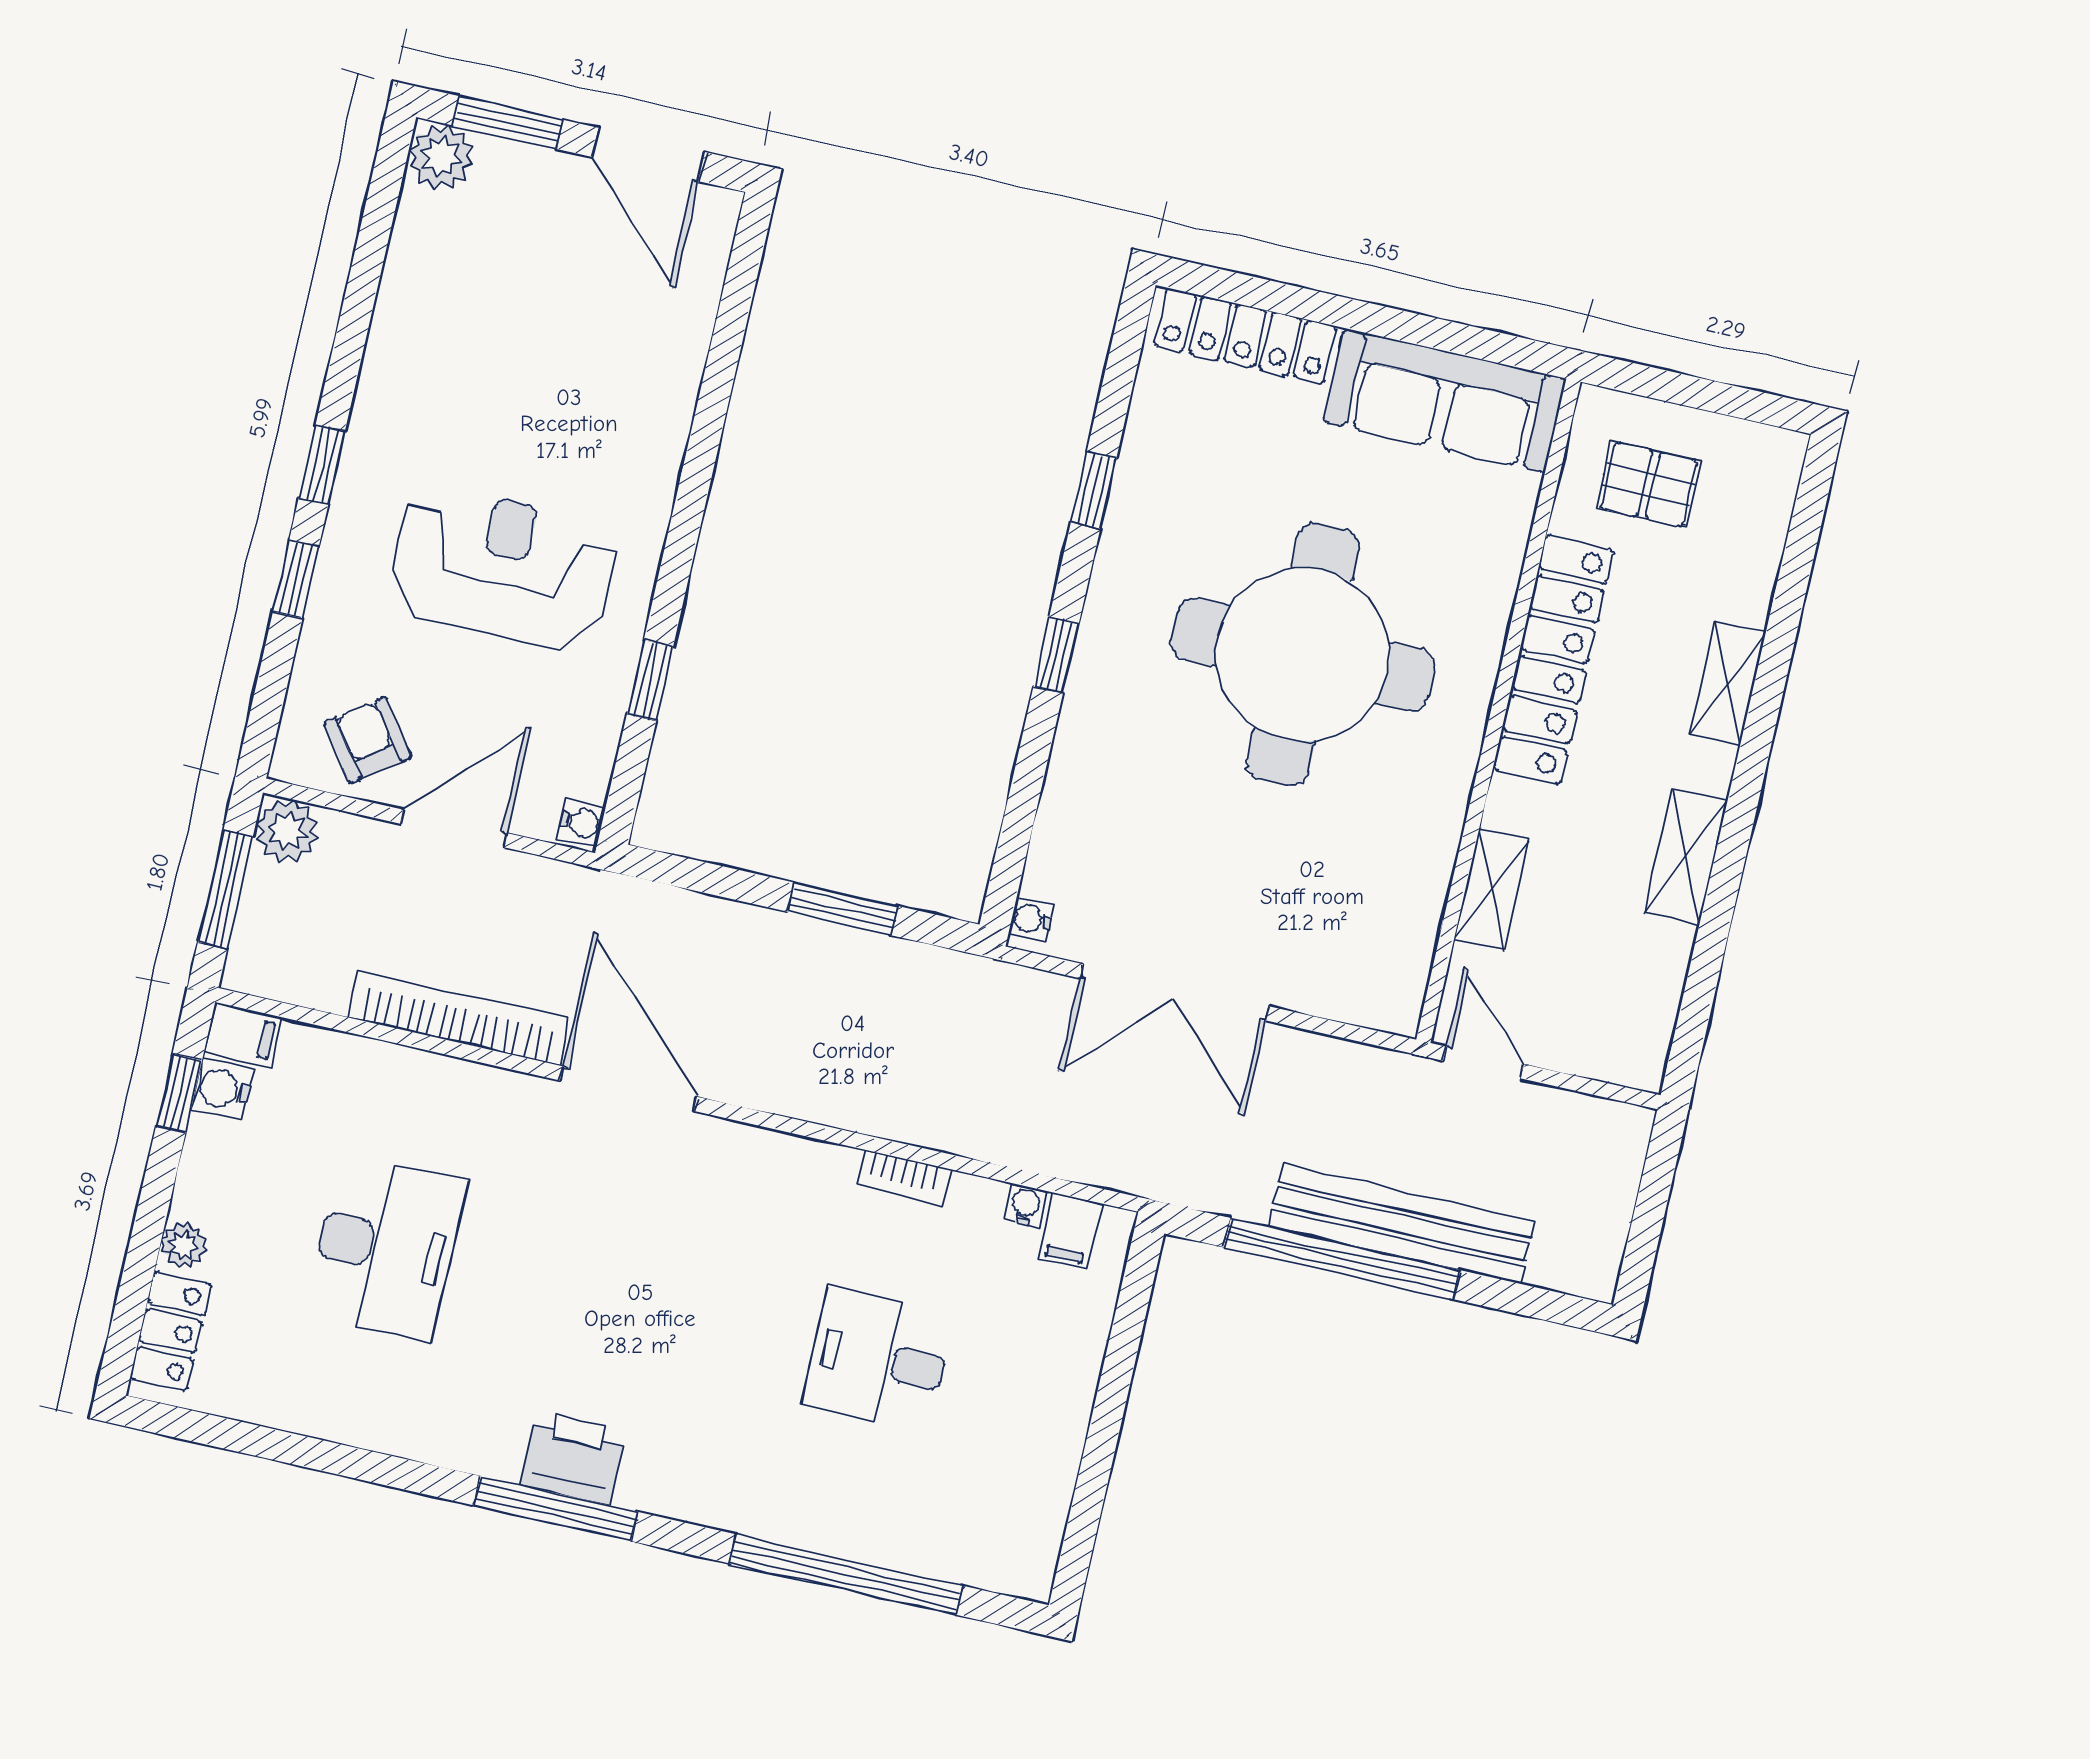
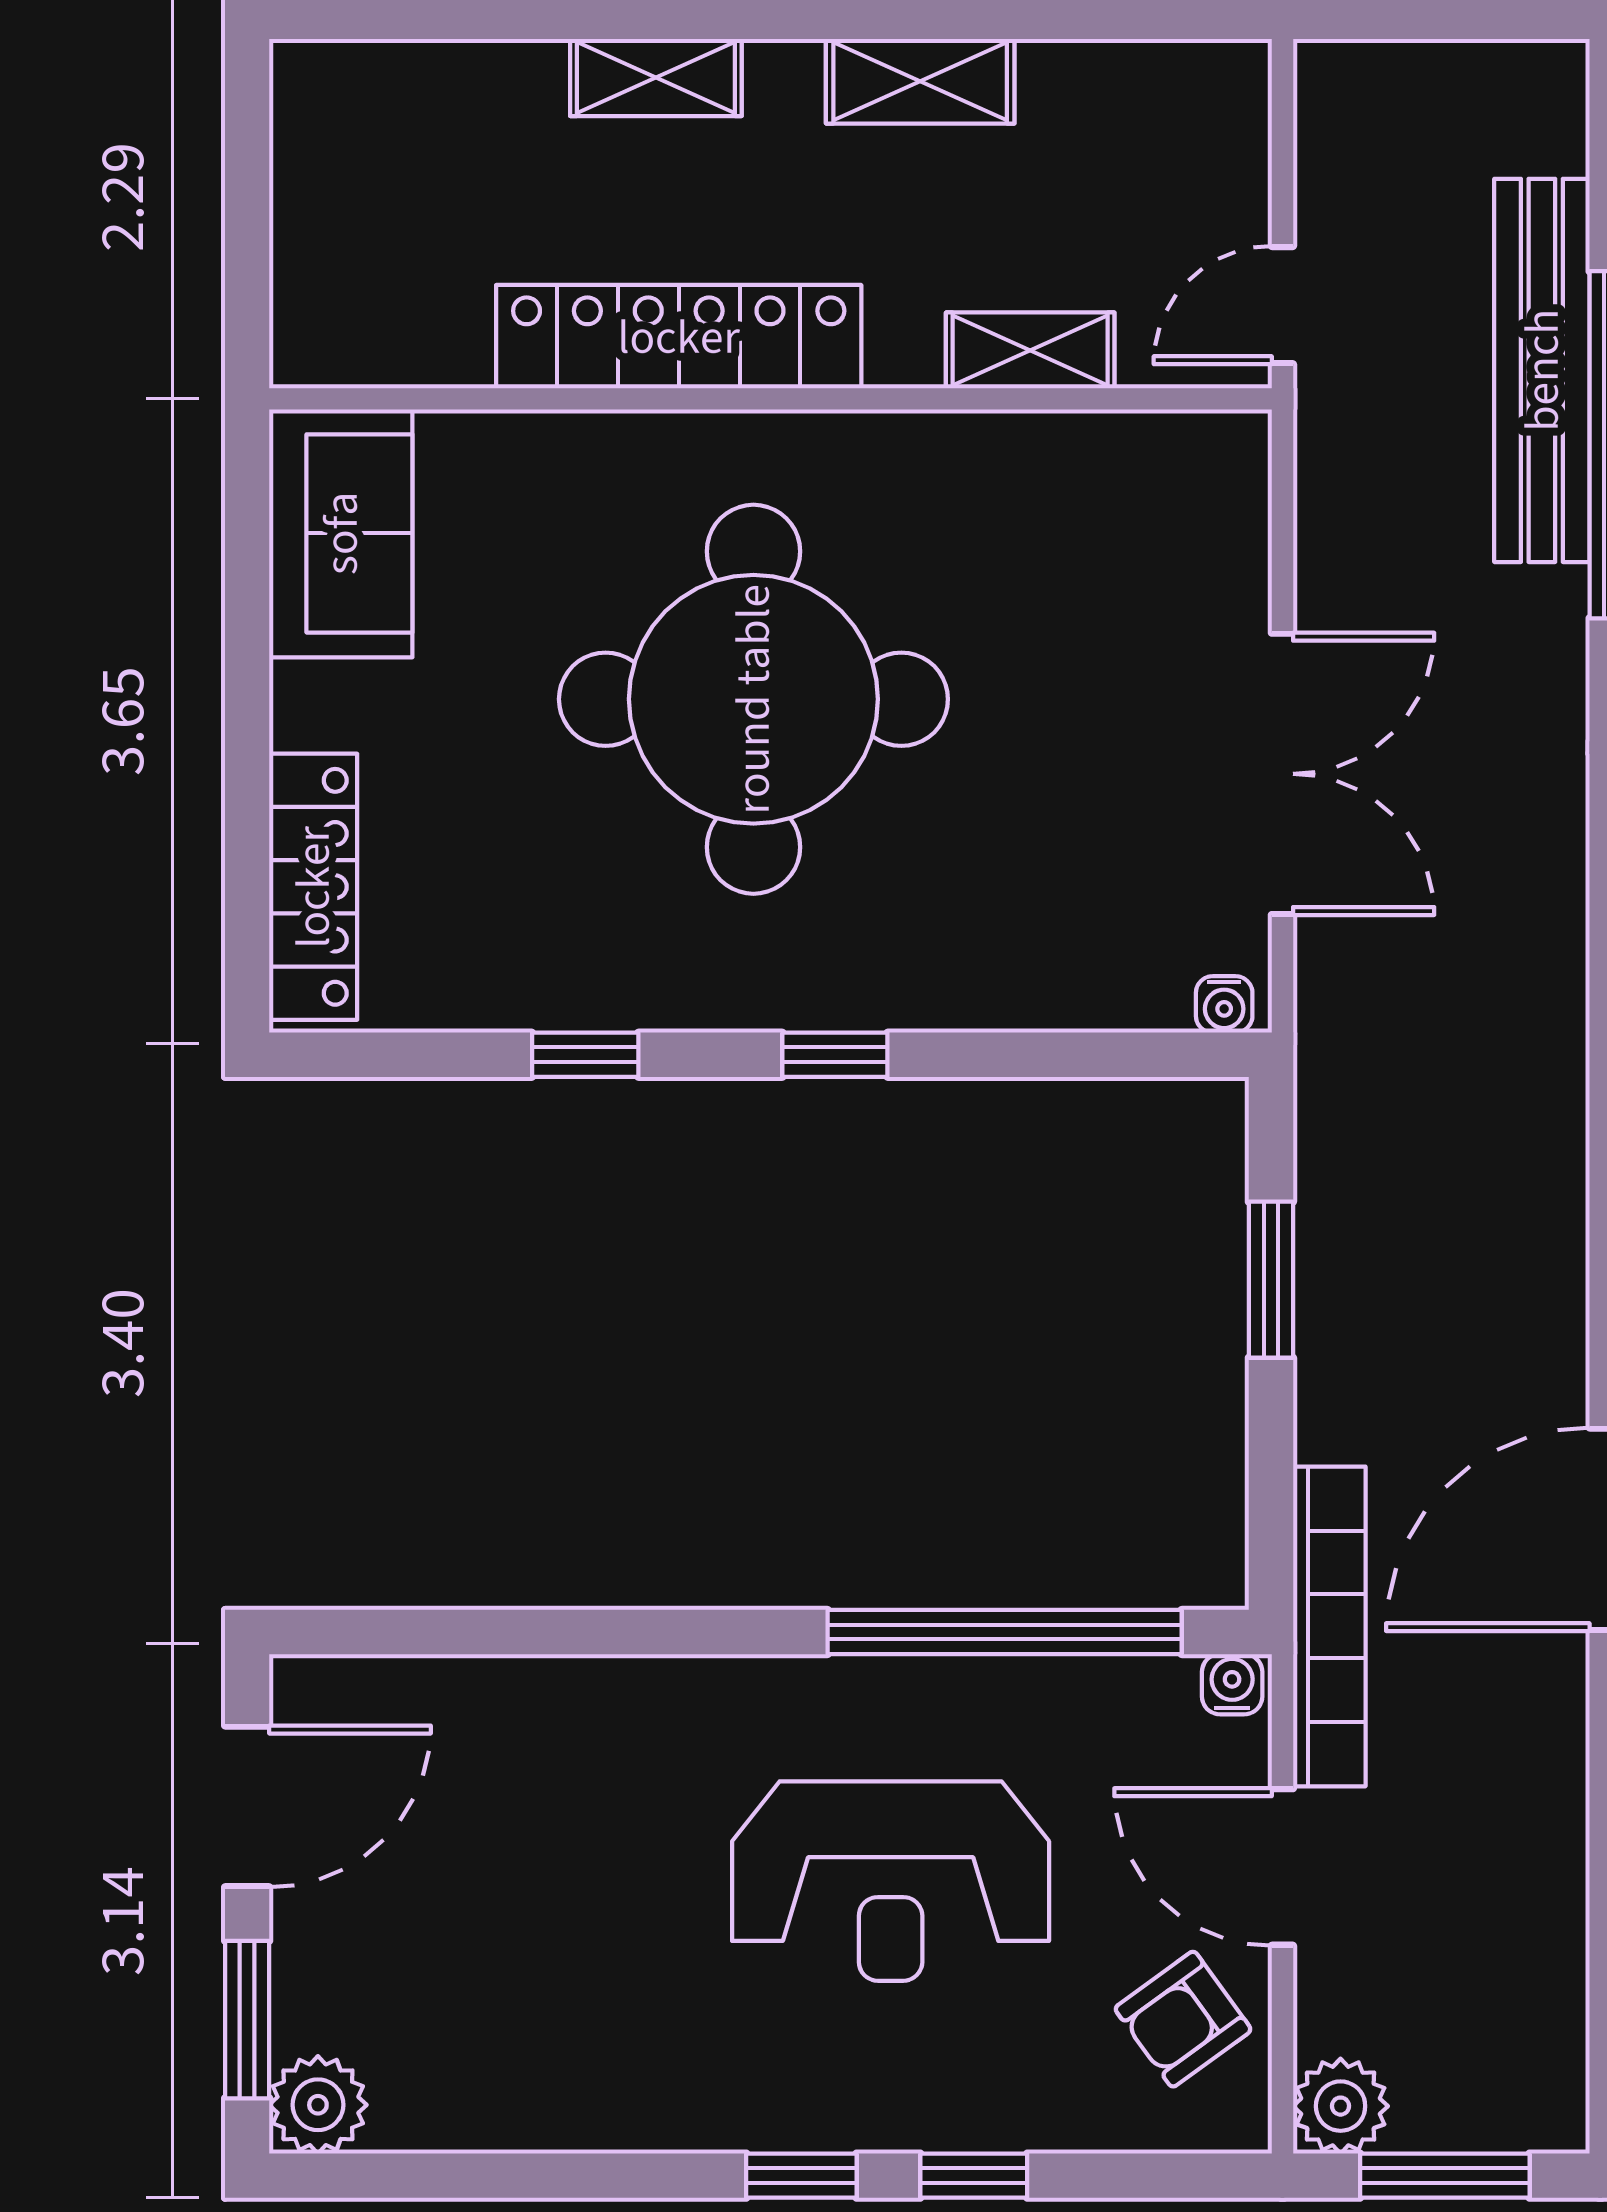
sofa: (1445, 400) -> (341, 533), width x0.73
pallet: (1649, 485) -> (395, 256), removed
reception desk: (503, 568) -> (891, 1881), turned -90
window: (650, 680) -> (1005, 1632), width x3.17
bookcase: (459, 1018) -> (1329, 1626), moved, turned 180

